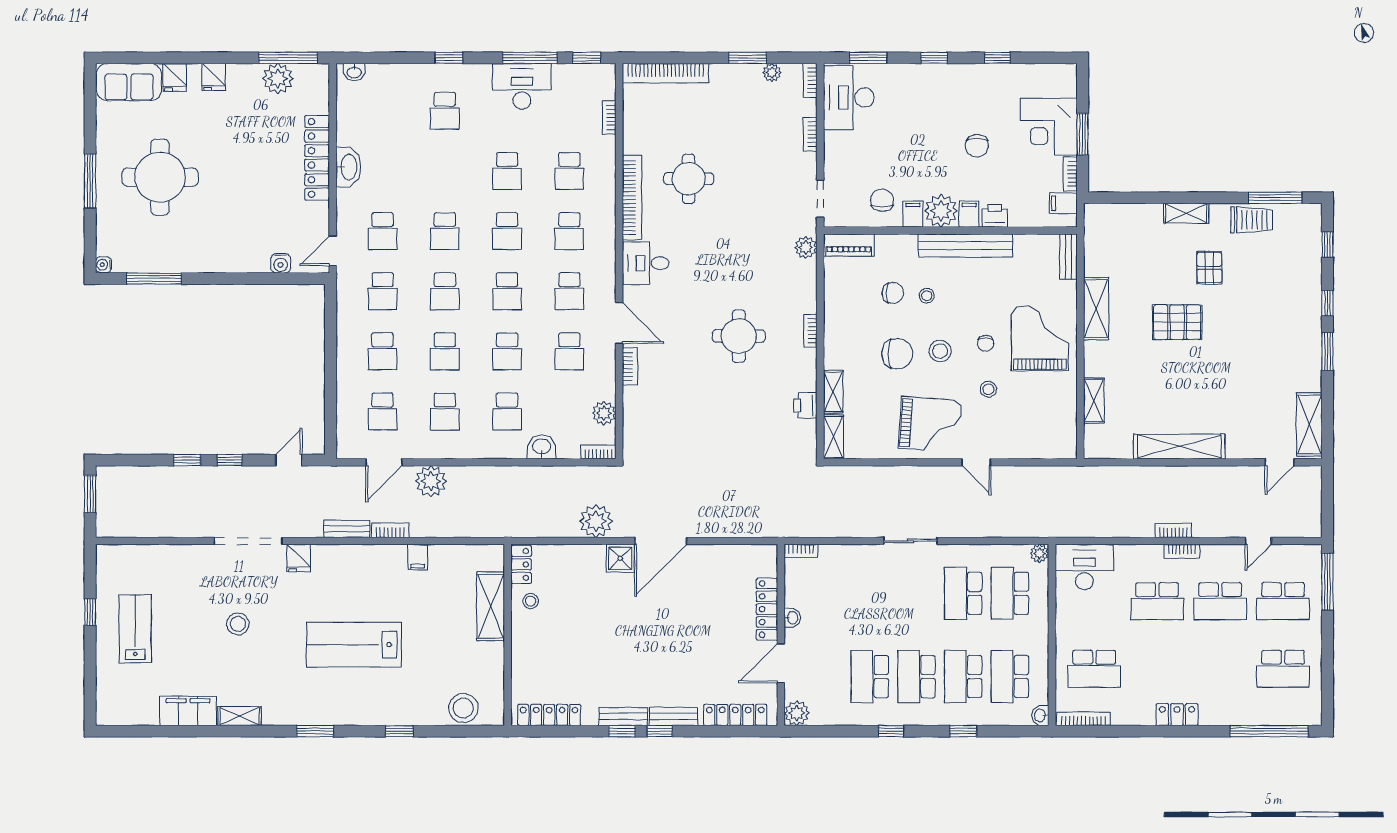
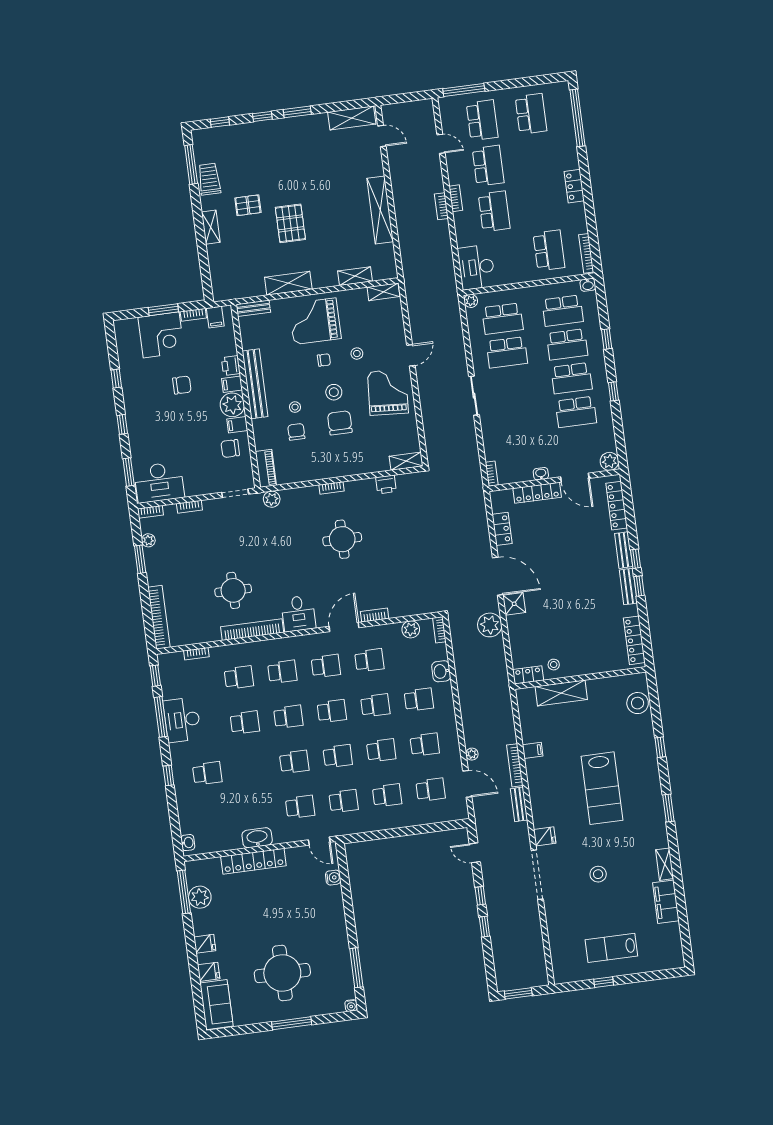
shelving: (833, 392) -> (383, 292), moved
plant: (431, 481) -> (472, 754), width x0.53, depth x0.53
bookcase: (390, 530) -> (515, 765), width x1.56
locker: (724, 555) -> (502, 529), added

